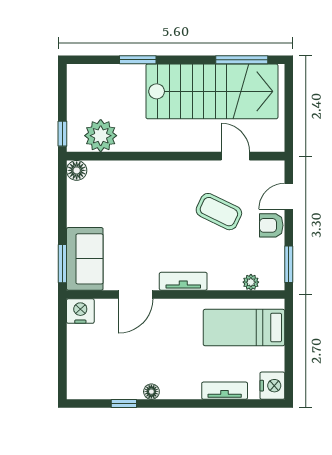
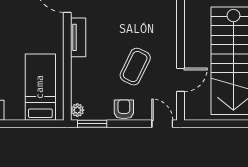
door: (289, 196) -> (162, 124), moved
plant: (251, 282) -> (77, 110), moved

